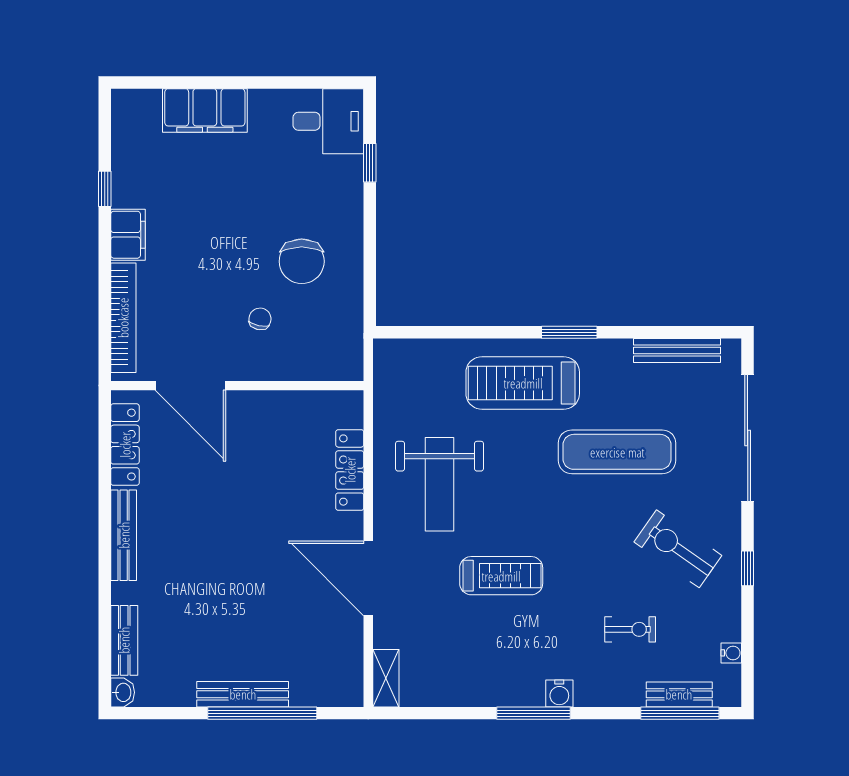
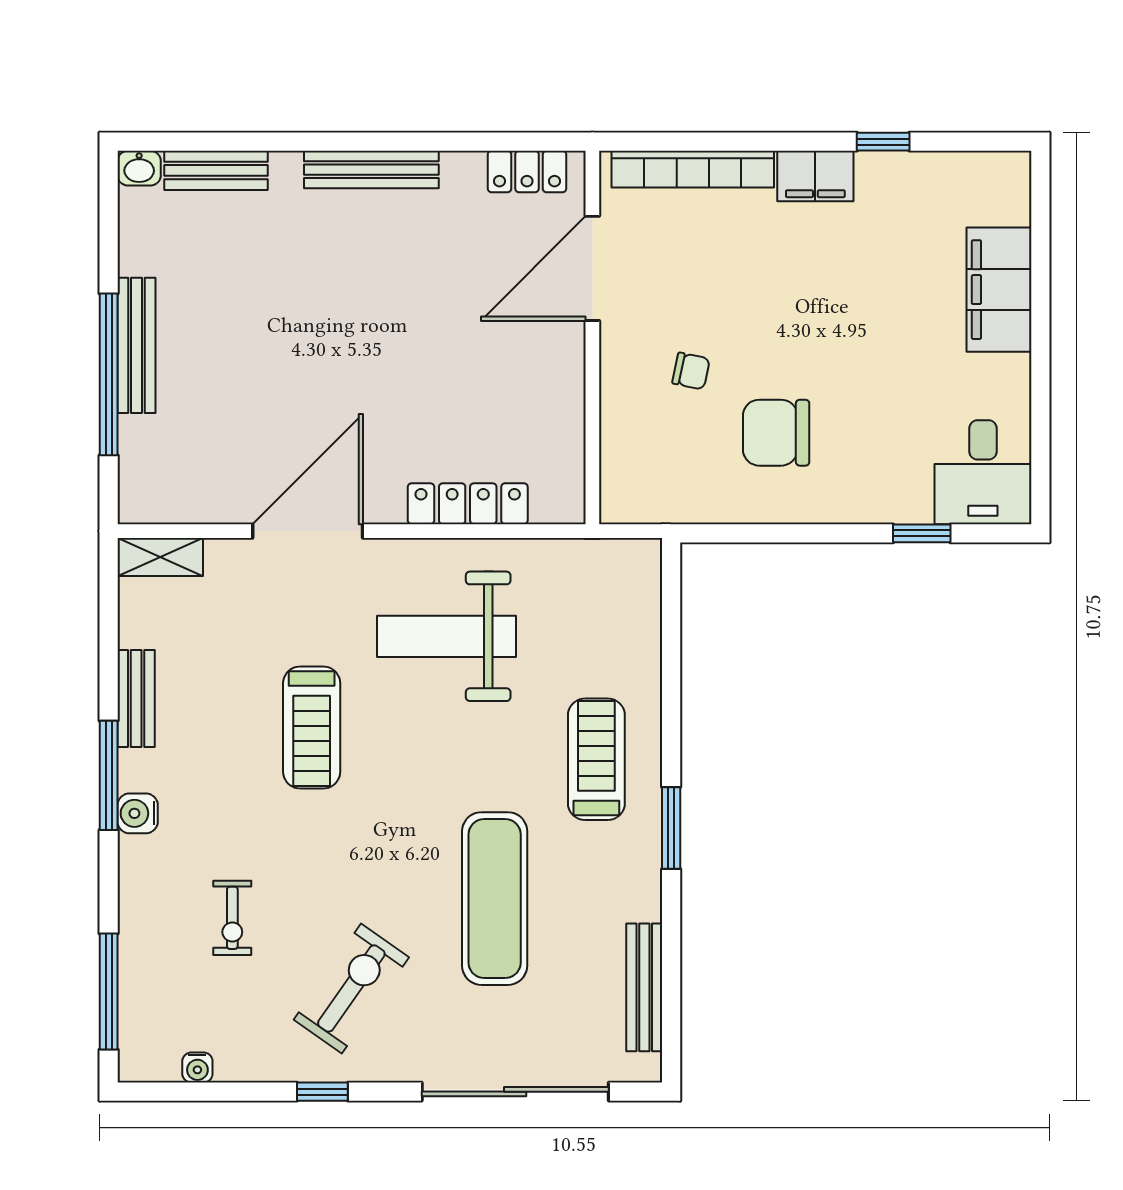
treadmill: (523, 383) -> (596, 759), width x0.73, depth x0.73
locker: (125, 445) -> (527, 172), width x0.66
bench: (679, 694) -> (136, 698), moved

